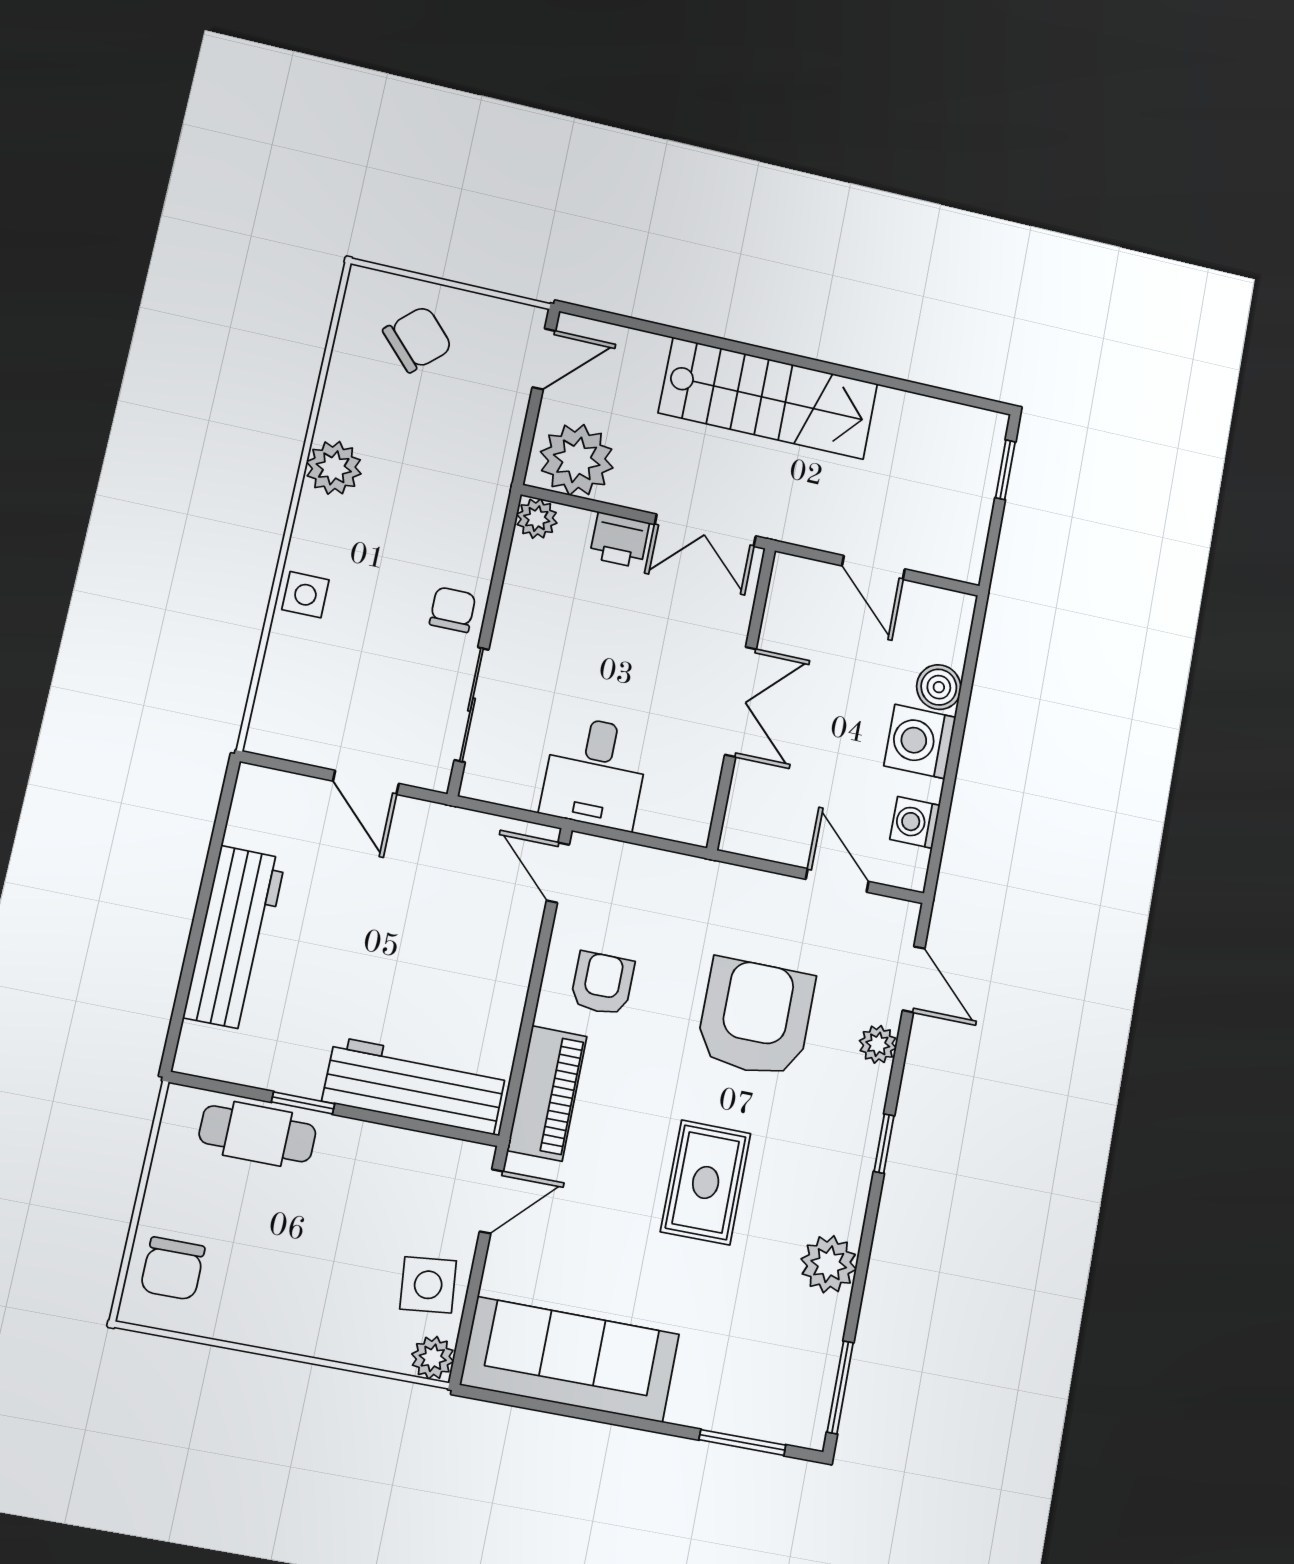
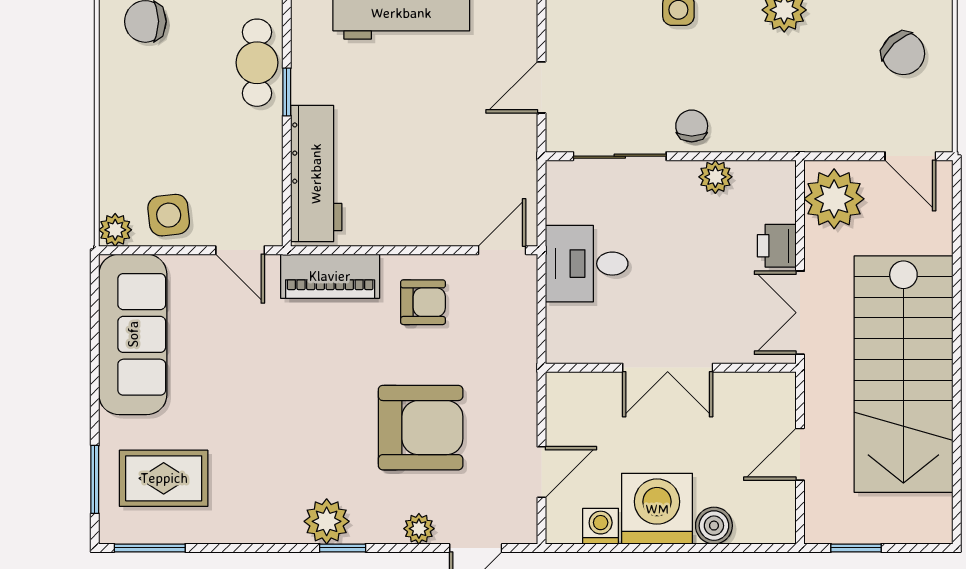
stairs: (768, 398) -> (903, 374), width x1.36, depth x1.51
window: (1005, 470) -> (856, 548), moved
plant: (537, 519) -> (715, 177), moved
chair: (453, 610) -> (692, 126), turned -90
washing machine: (920, 742) -> (657, 509), width x1.37, depth x1.37
rug: (706, 1182) -> (164, 478), moved
plant: (829, 1264) -> (327, 521), moved

